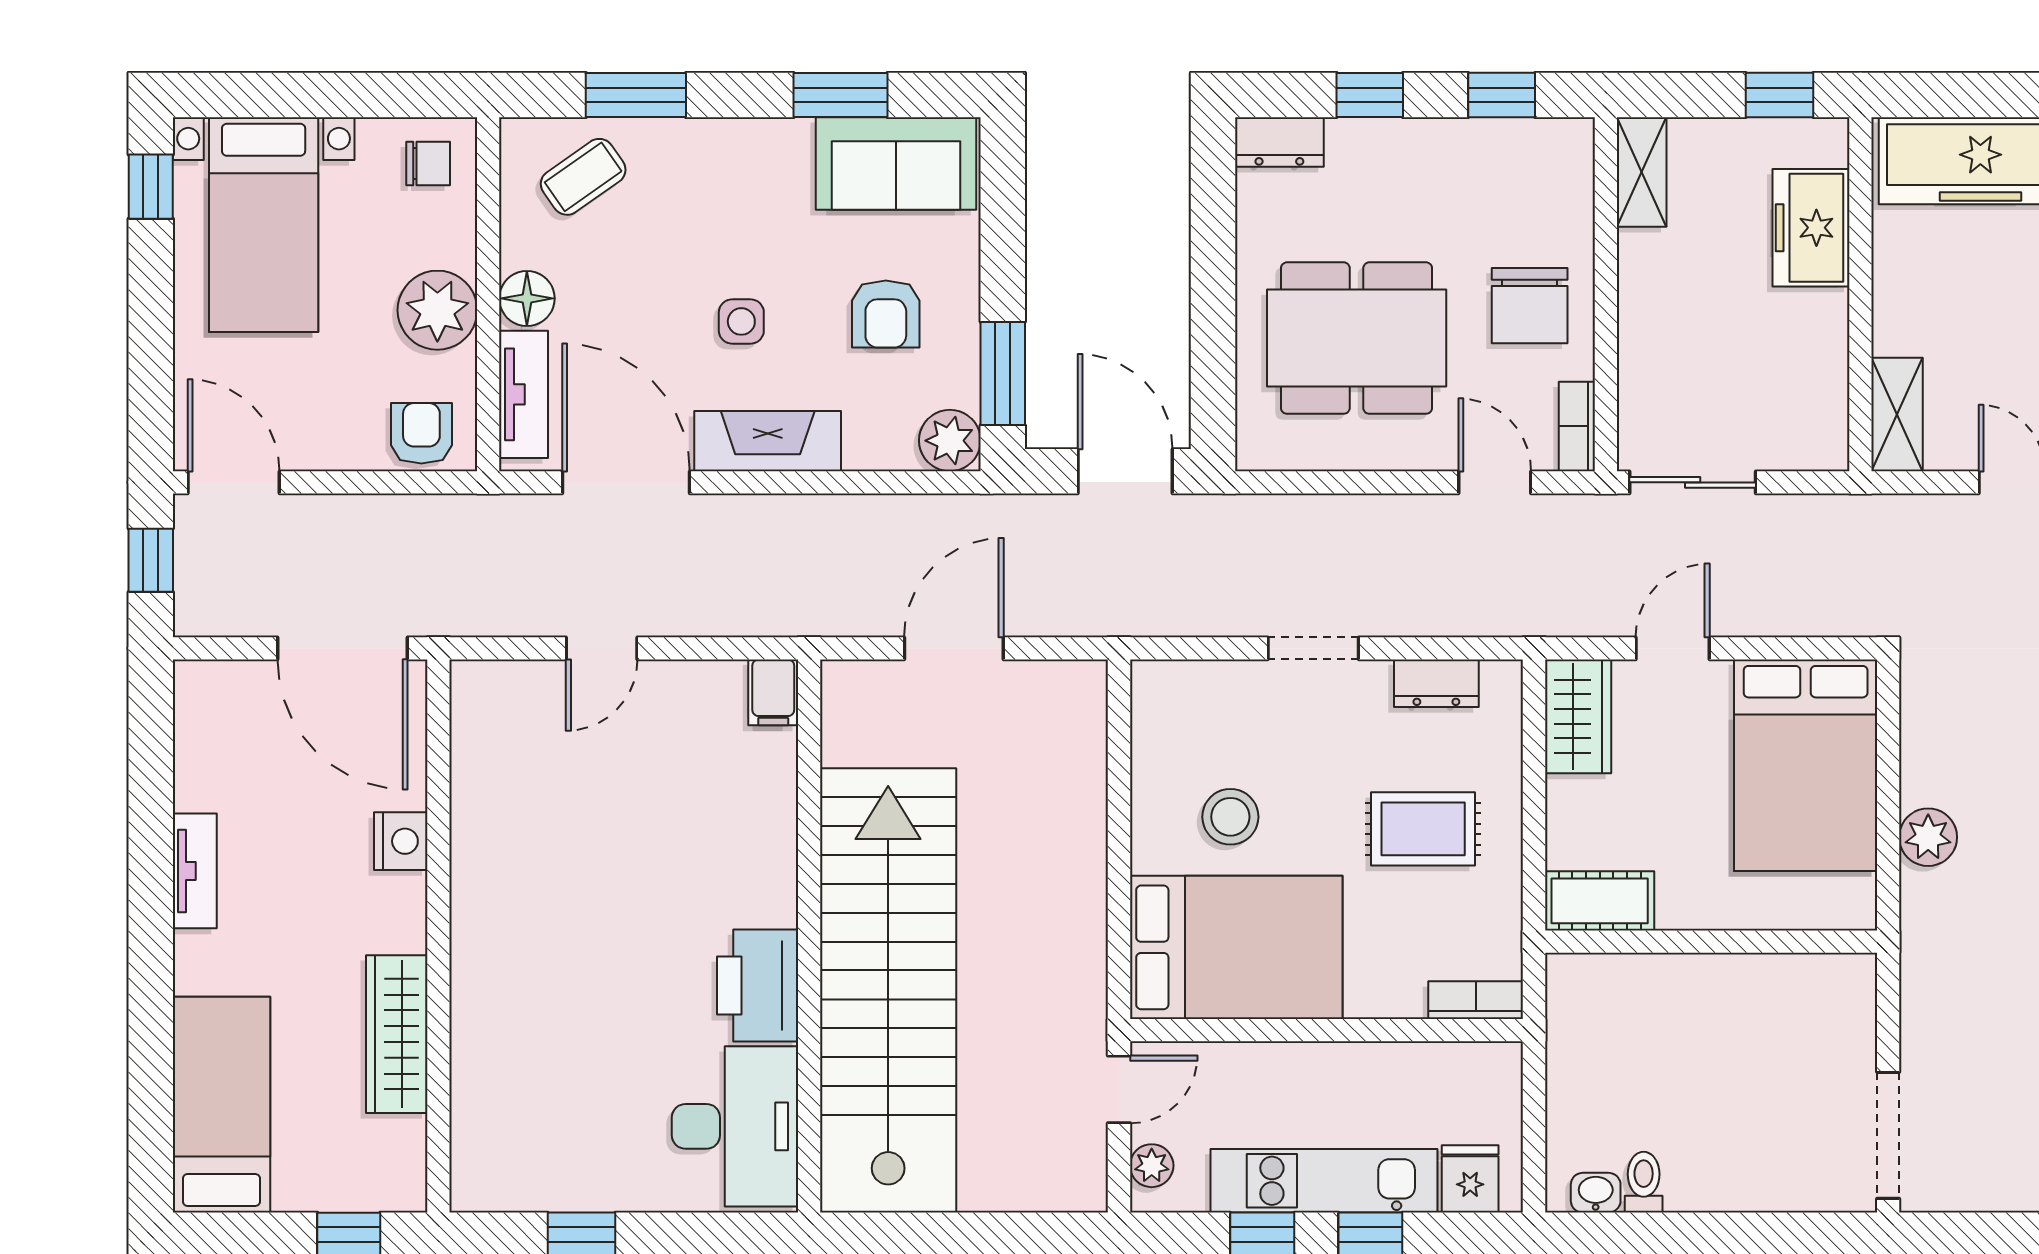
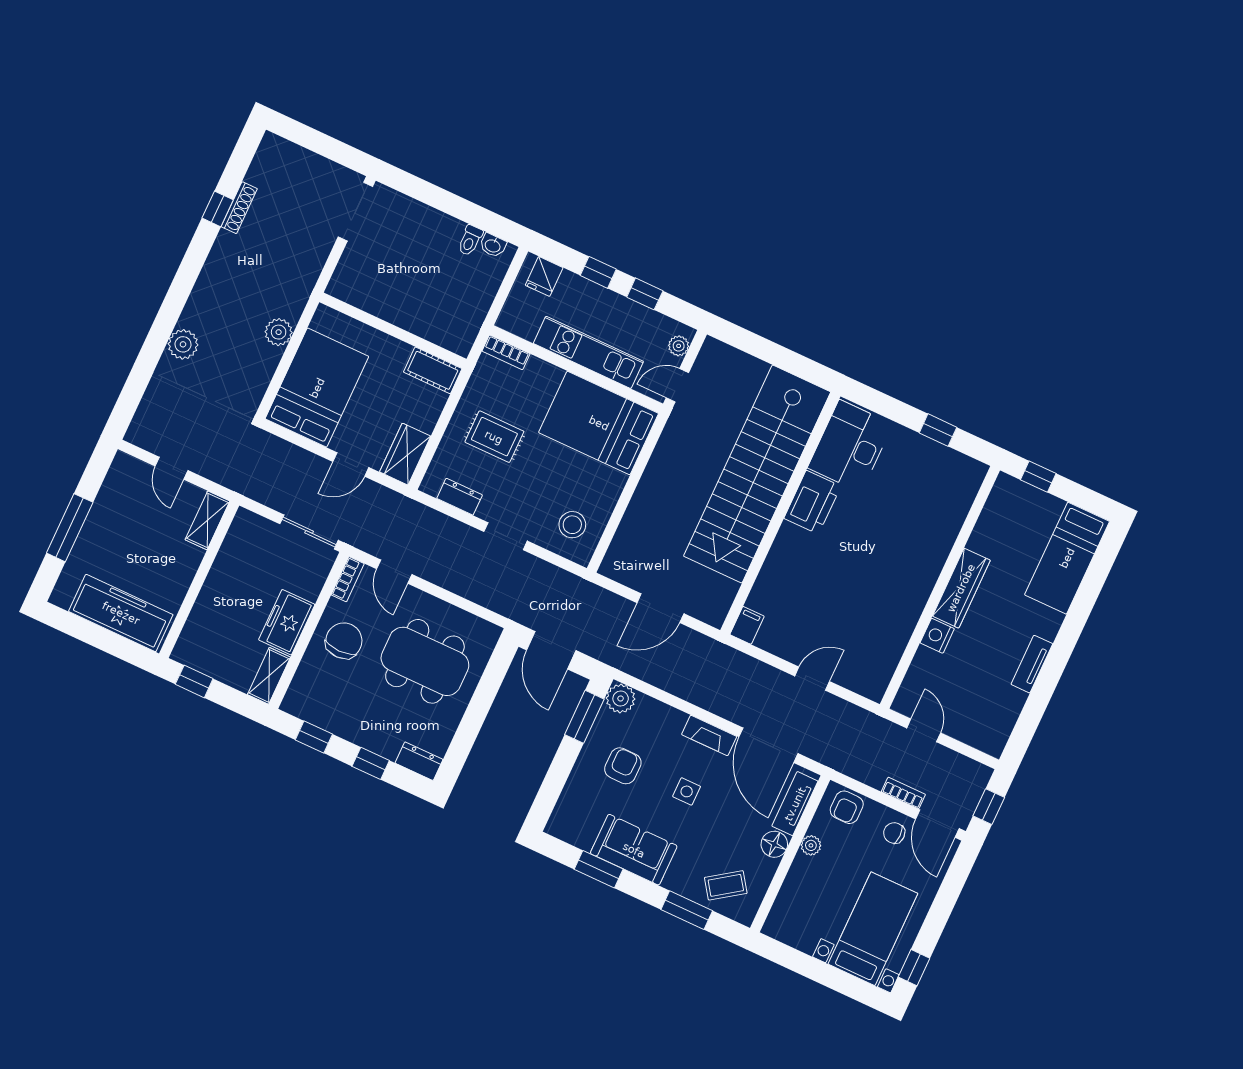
sofa: (896, 163) -> (634, 850), moved
chair: (428, 164) -> (894, 833), moved
freezer: (1811, 228) -> (287, 622), moved, turned 180
plant: (437, 310) -> (811, 845), width x0.53, depth x0.53
fireplace: (768, 441) -> (709, 735), width x0.73, depth x0.76
bookcase: (326, 511) -> (903, 793), added
door: (343, 648) -> (924, 730), width x0.53
stool: (1230, 817) -> (572, 525), moved
wardrobe: (397, 1034) -> (961, 588), moved
kitchen unit: (1324, 1181) -> (588, 352), moved, turned 180

